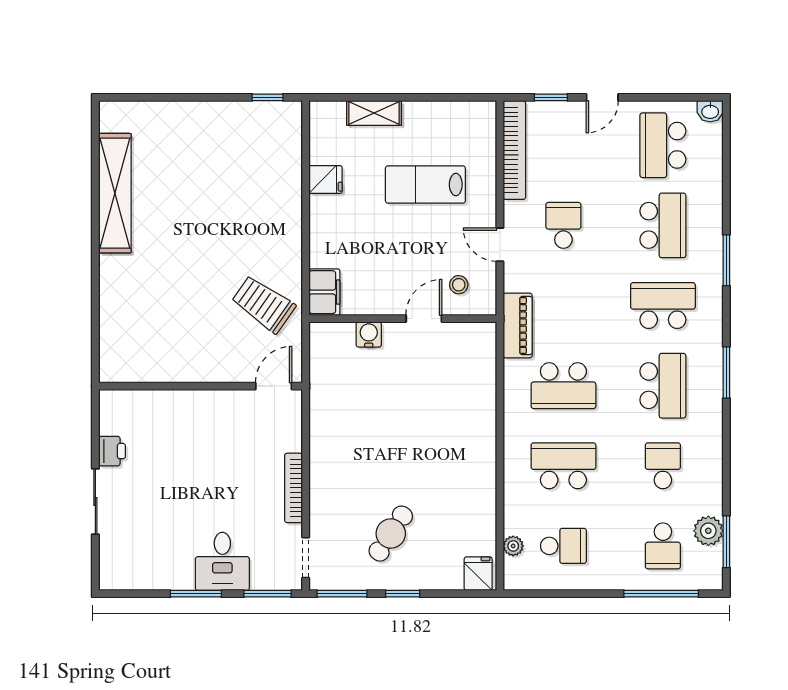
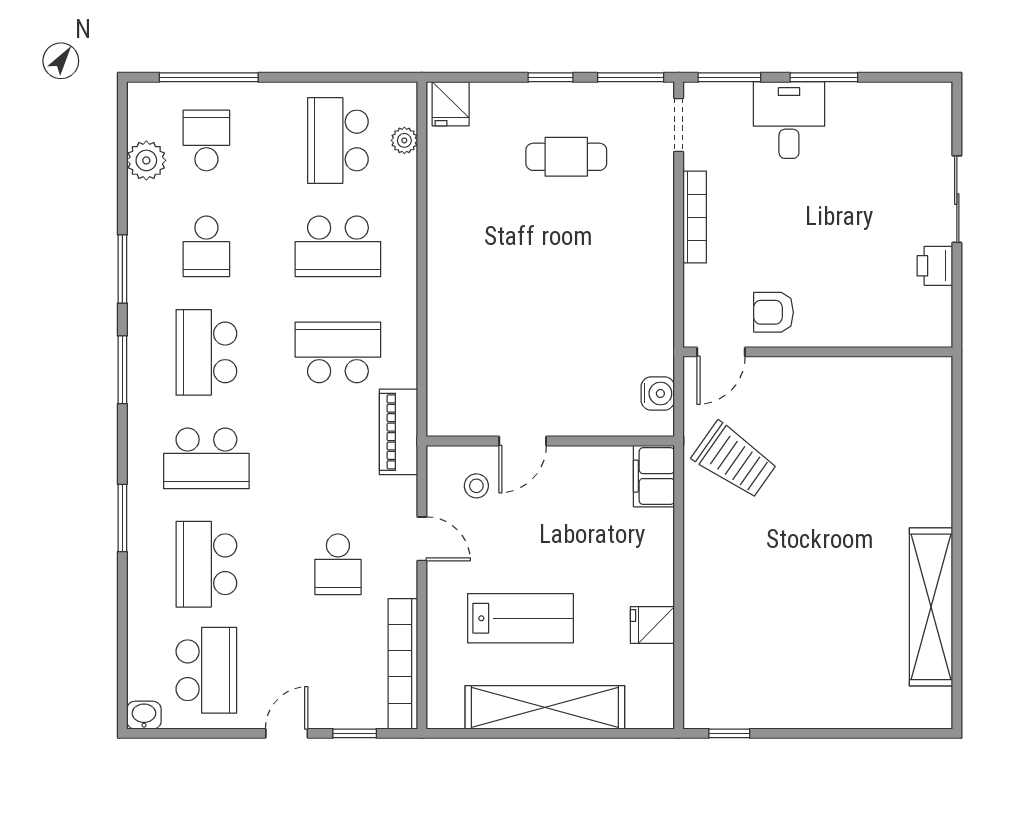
shelving: (374, 113) -> (545, 707), width x2.20, depth x1.33
water cooler: (369, 334) -> (658, 393), moved, turned -90
armchair: (234, 416) -> (774, 312), added
cafe table: (391, 534) -> (566, 157), turned 57
window: (726, 542) -> (122, 269), moved
school desk: (563, 546) -> (338, 140), width x1.85

